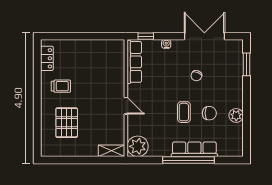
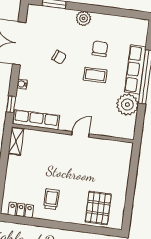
plant: (236, 115) -> (83, 18), moved
pallet: (67, 123) -> (98, 208), moved, turned 90
plant: (138, 146) -> (127, 105), moved
shelving: (111, 151) -> (16, 141), moved

